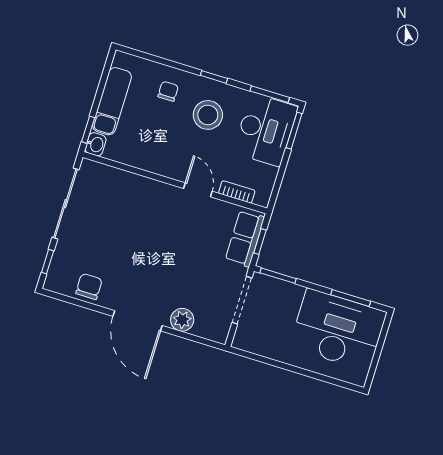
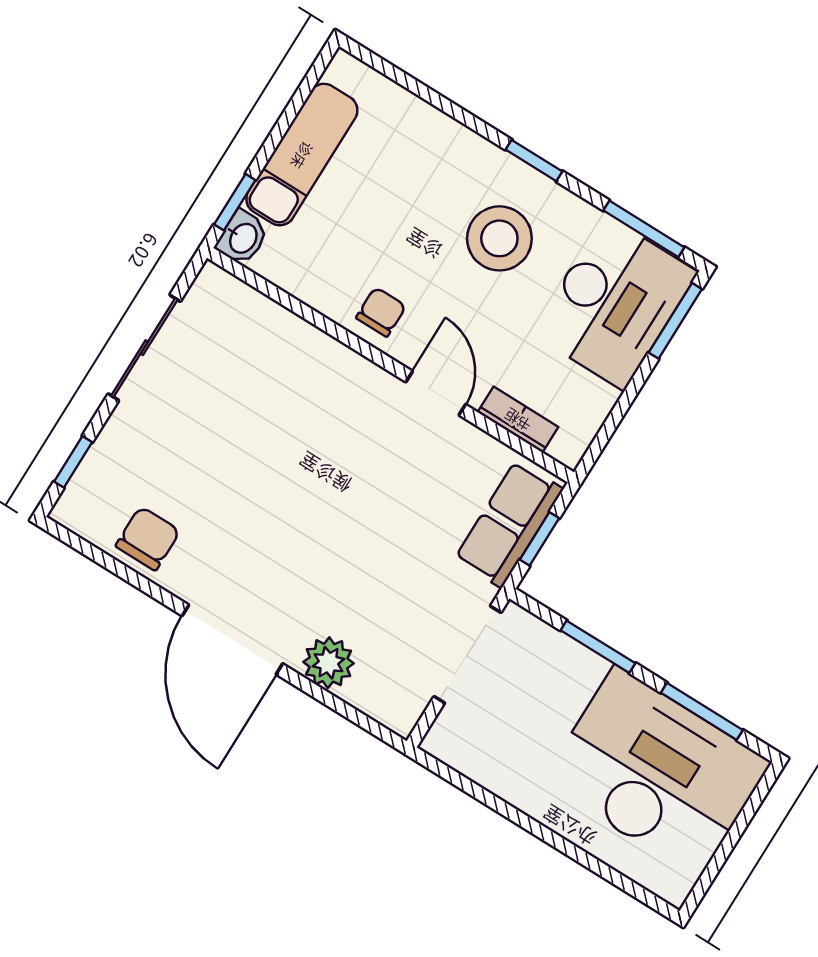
chair: (168, 91) -> (381, 312), moved
sliding door: (65, 204) -> (144, 348), width x0.73
window: (278, 276) -> (598, 647), moved

